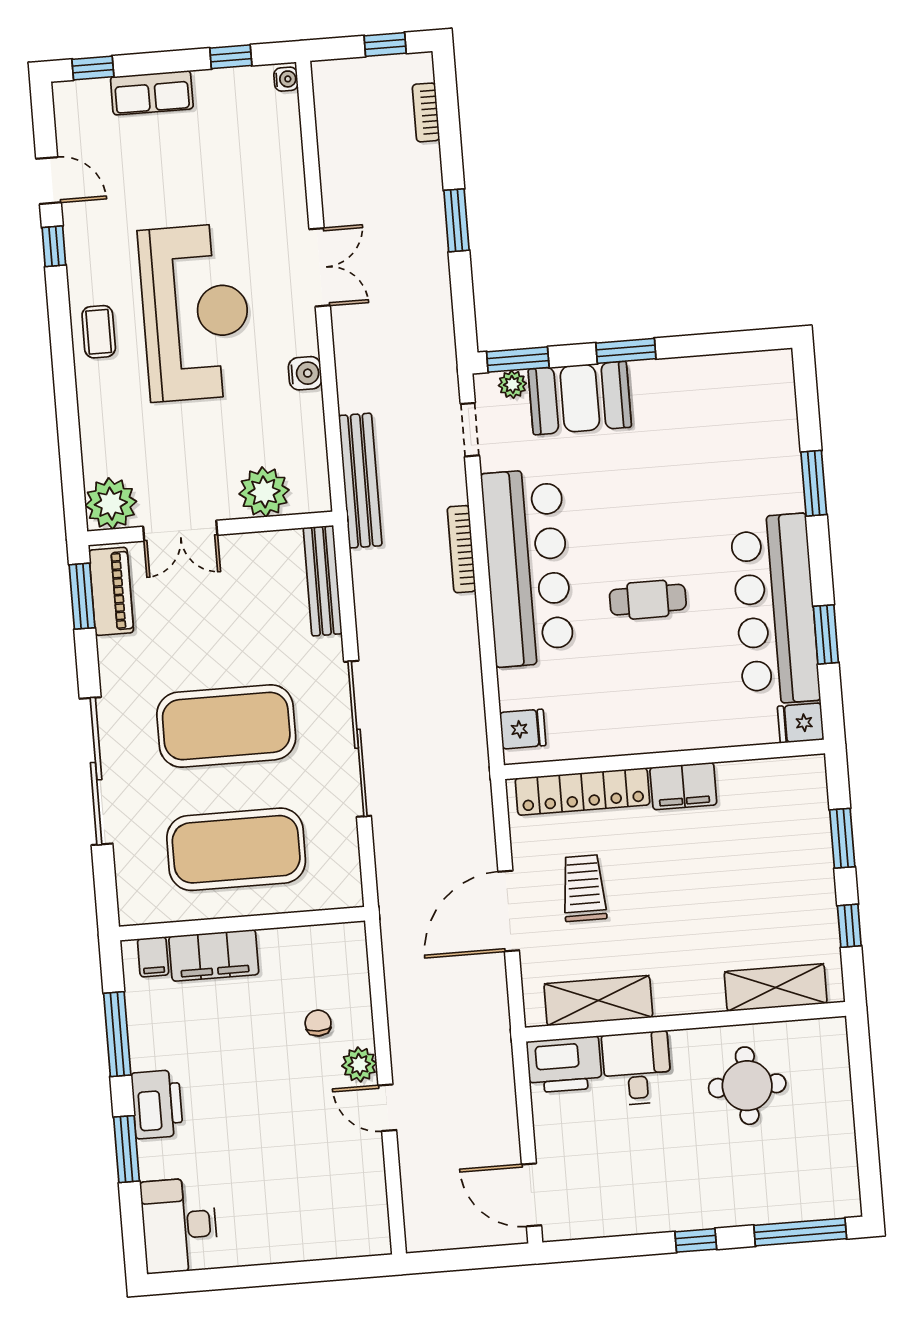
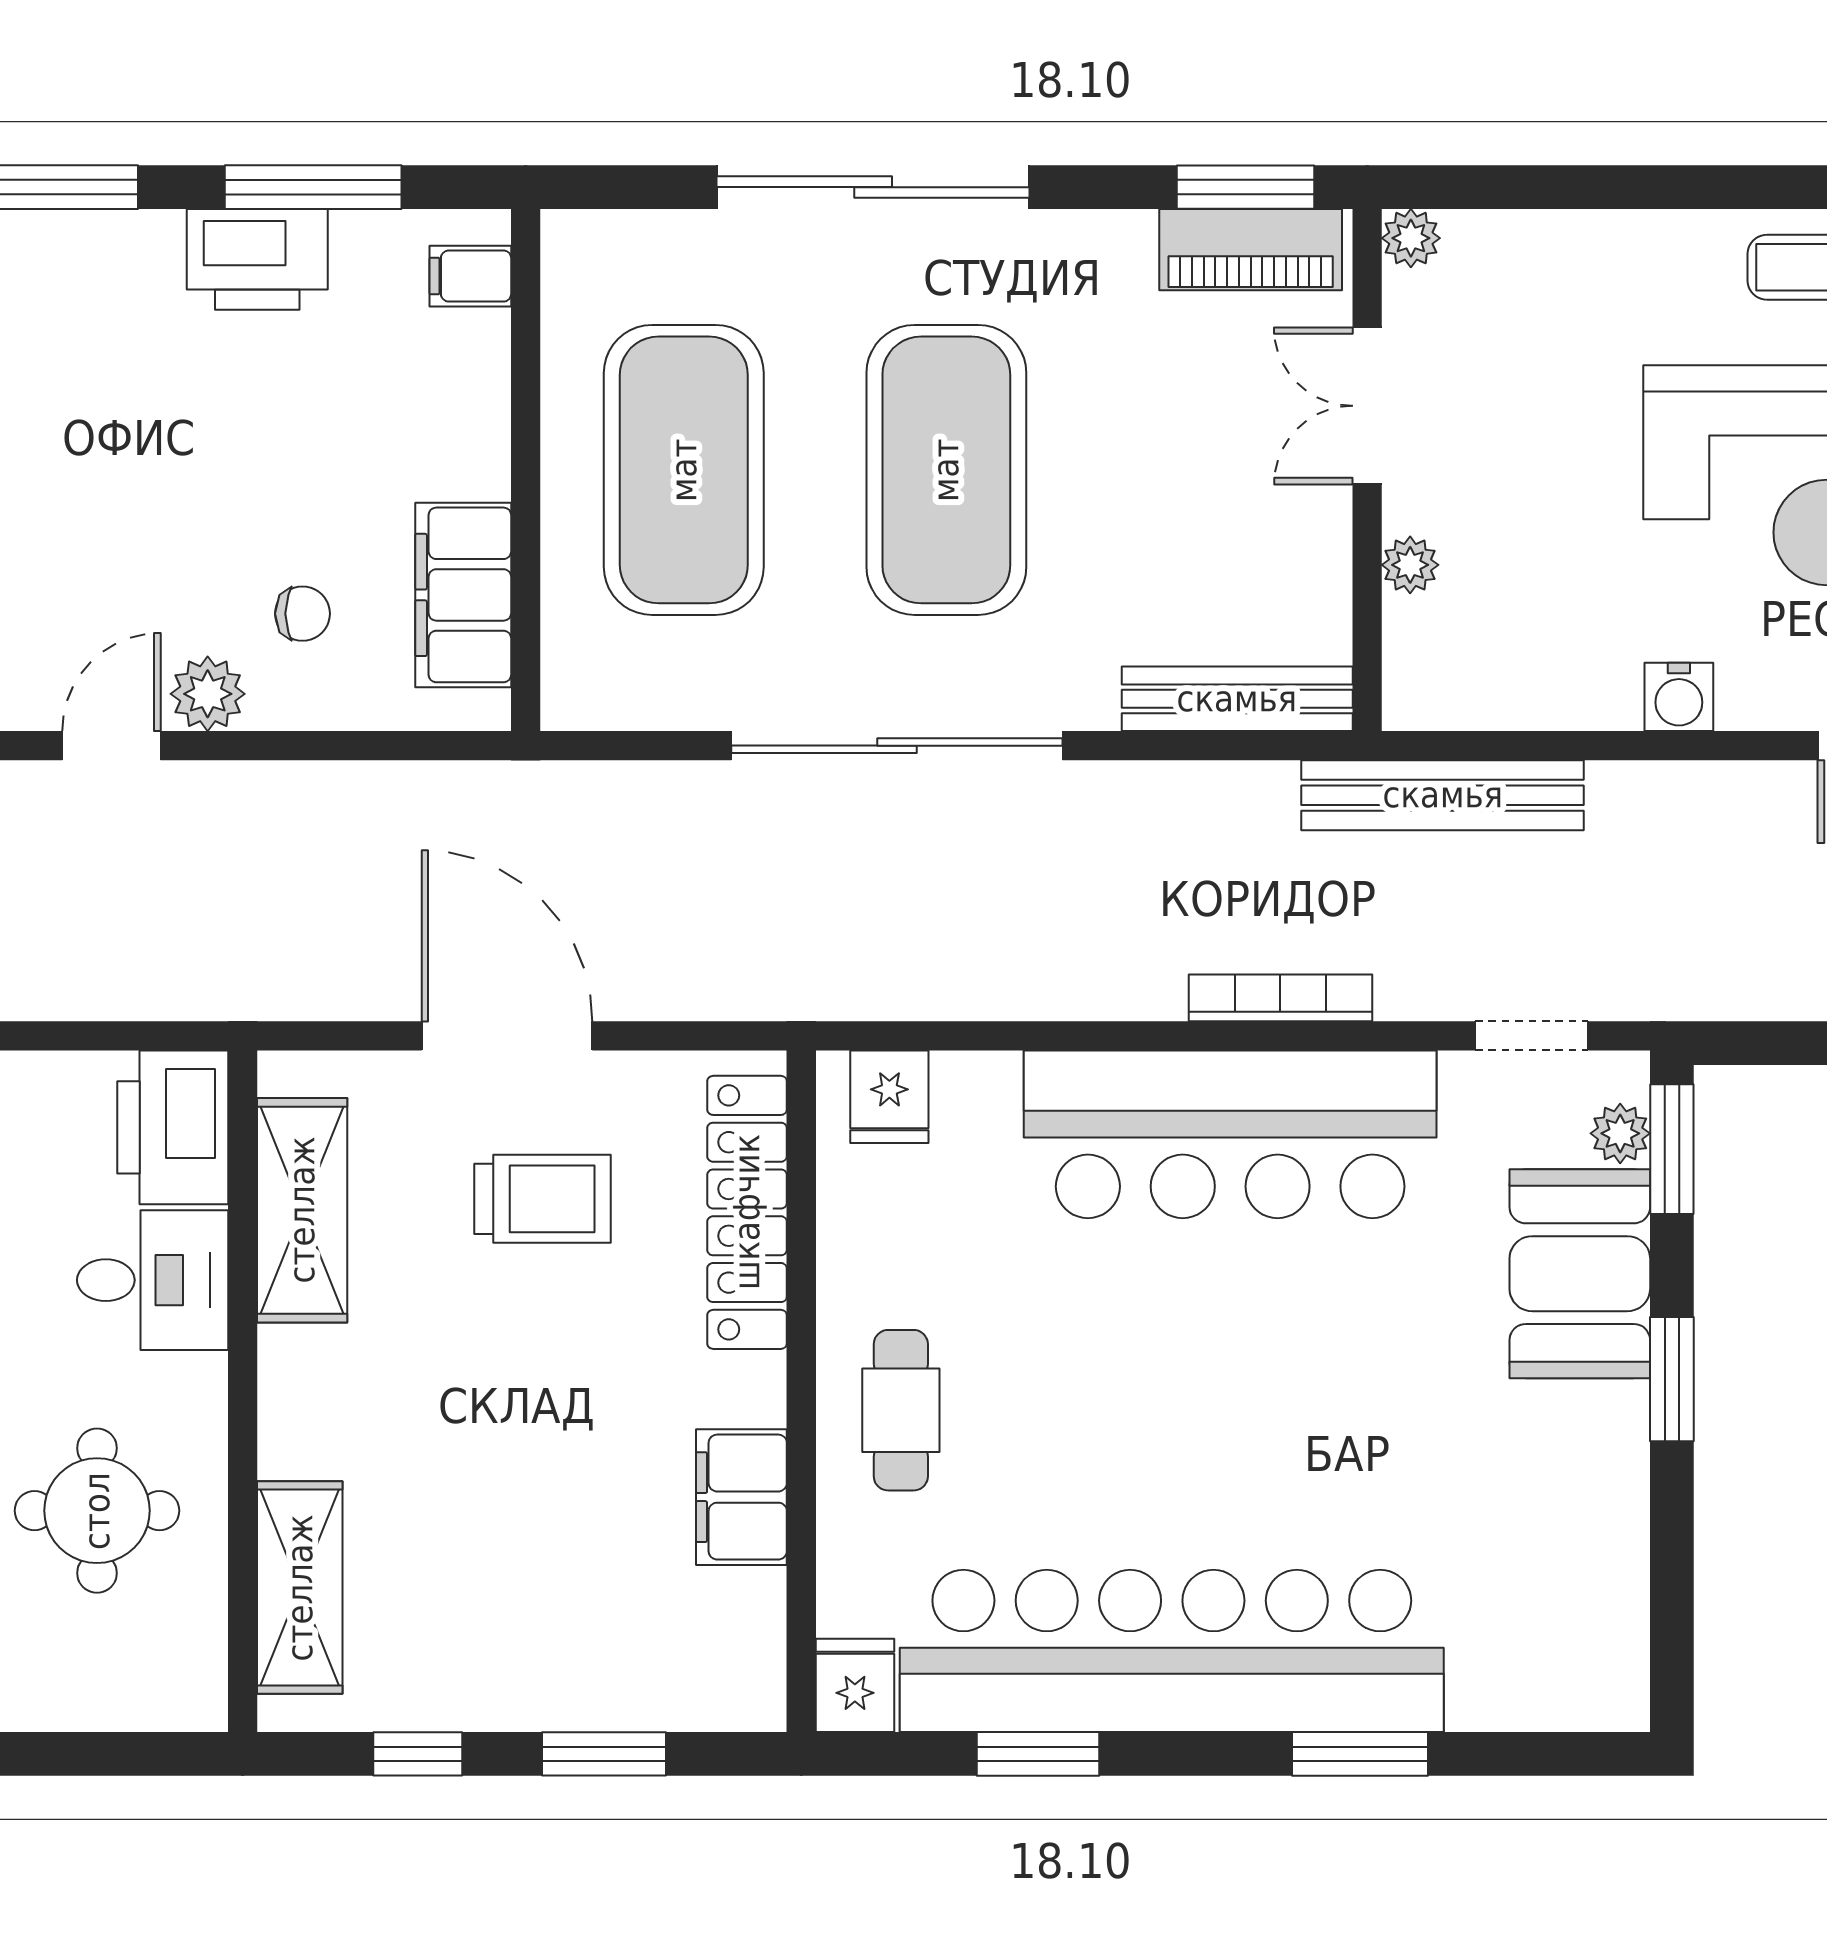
plant: (264, 492) -> (1410, 565), width x0.53, depth x0.53
plant: (111, 504) -> (1411, 238), width x0.53, depth x0.53
cafe table: (648, 600) -> (901, 1410), moved
bar counter: (775, 609) -> (1172, 1651), width x1.36
filing cabinet: (683, 786) -> (741, 1497), moved
filing cabinet: (214, 955) -> (463, 595), moved
printer: (157, 1104) -> (257, 259), moved

